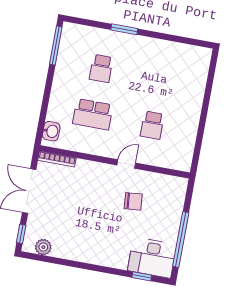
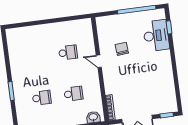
school desk: (93, 114) -> (73, 94), width x0.54
plant: (43, 247) -> (171, 98), removed
desk: (152, 258) -> (156, 36), moved

